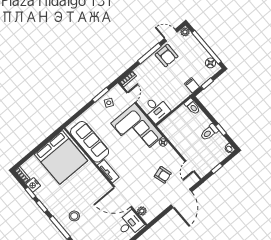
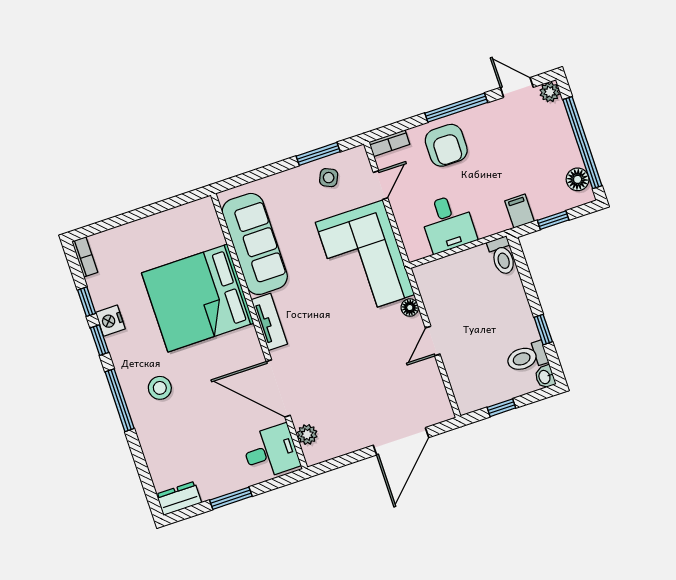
armchair: (167, 56) -> (446, 145), moved
desk: (156, 109) -> (448, 223), moved
toilet: (209, 132) -> (527, 357), moved
bed: (61, 157) -> (198, 298), moved, turned 90
door: (190, 166) -> (433, 341), moved
armchair: (163, 175) -> (382, 376), removed
nightstand: (33, 185) -> (110, 321), moved

